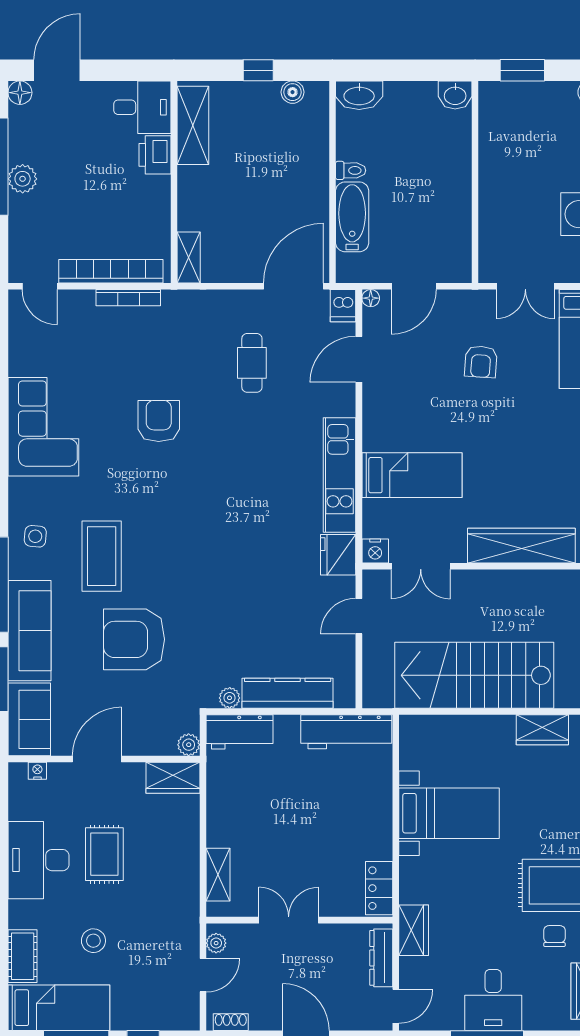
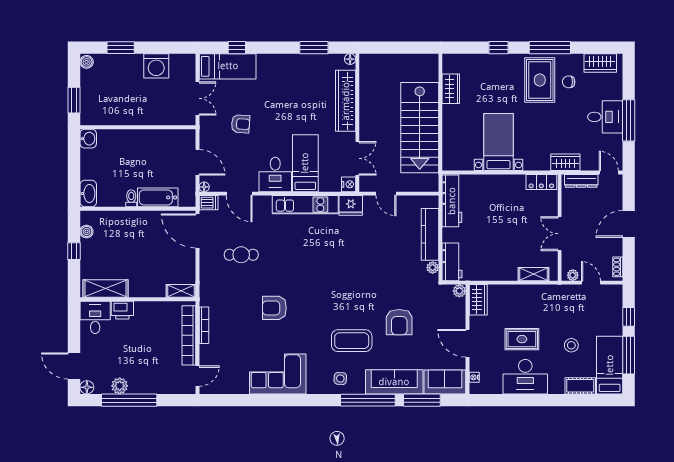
plant: (23, 179) -> (120, 386), moved
desk: (392, 422) -> (275, 174), added
armchair: (134, 639) -> (399, 322), width x0.73, depth x0.73

